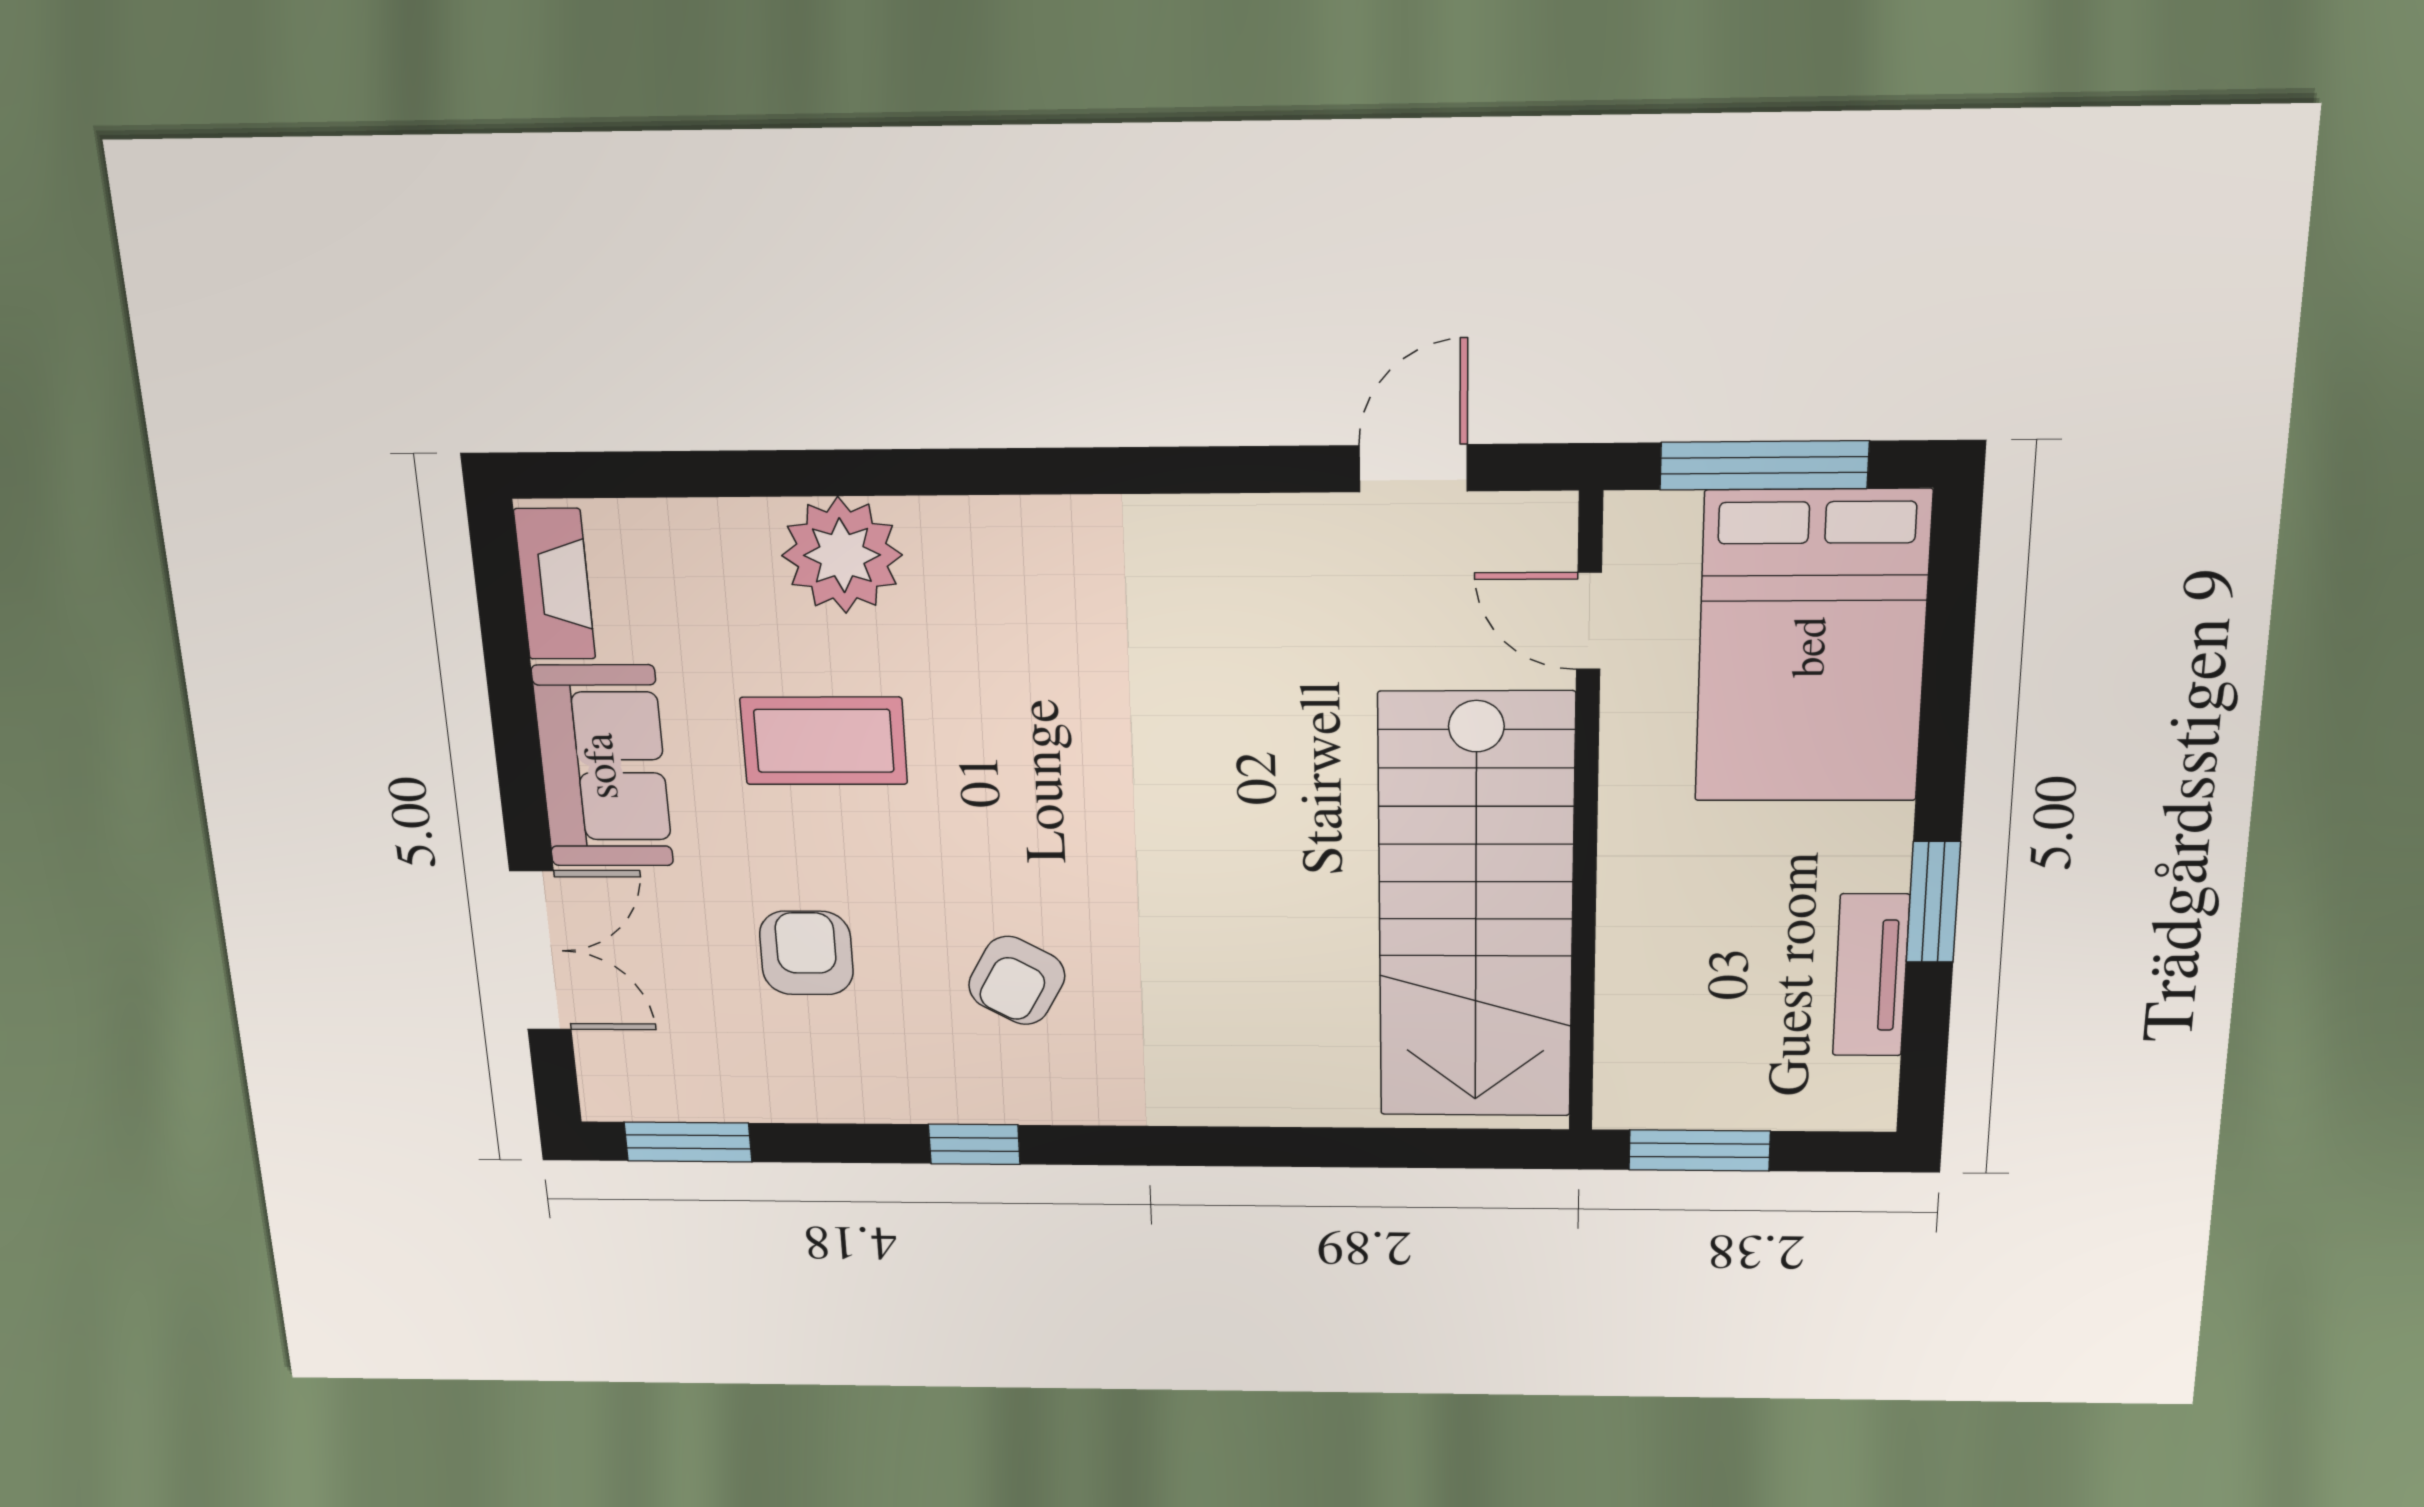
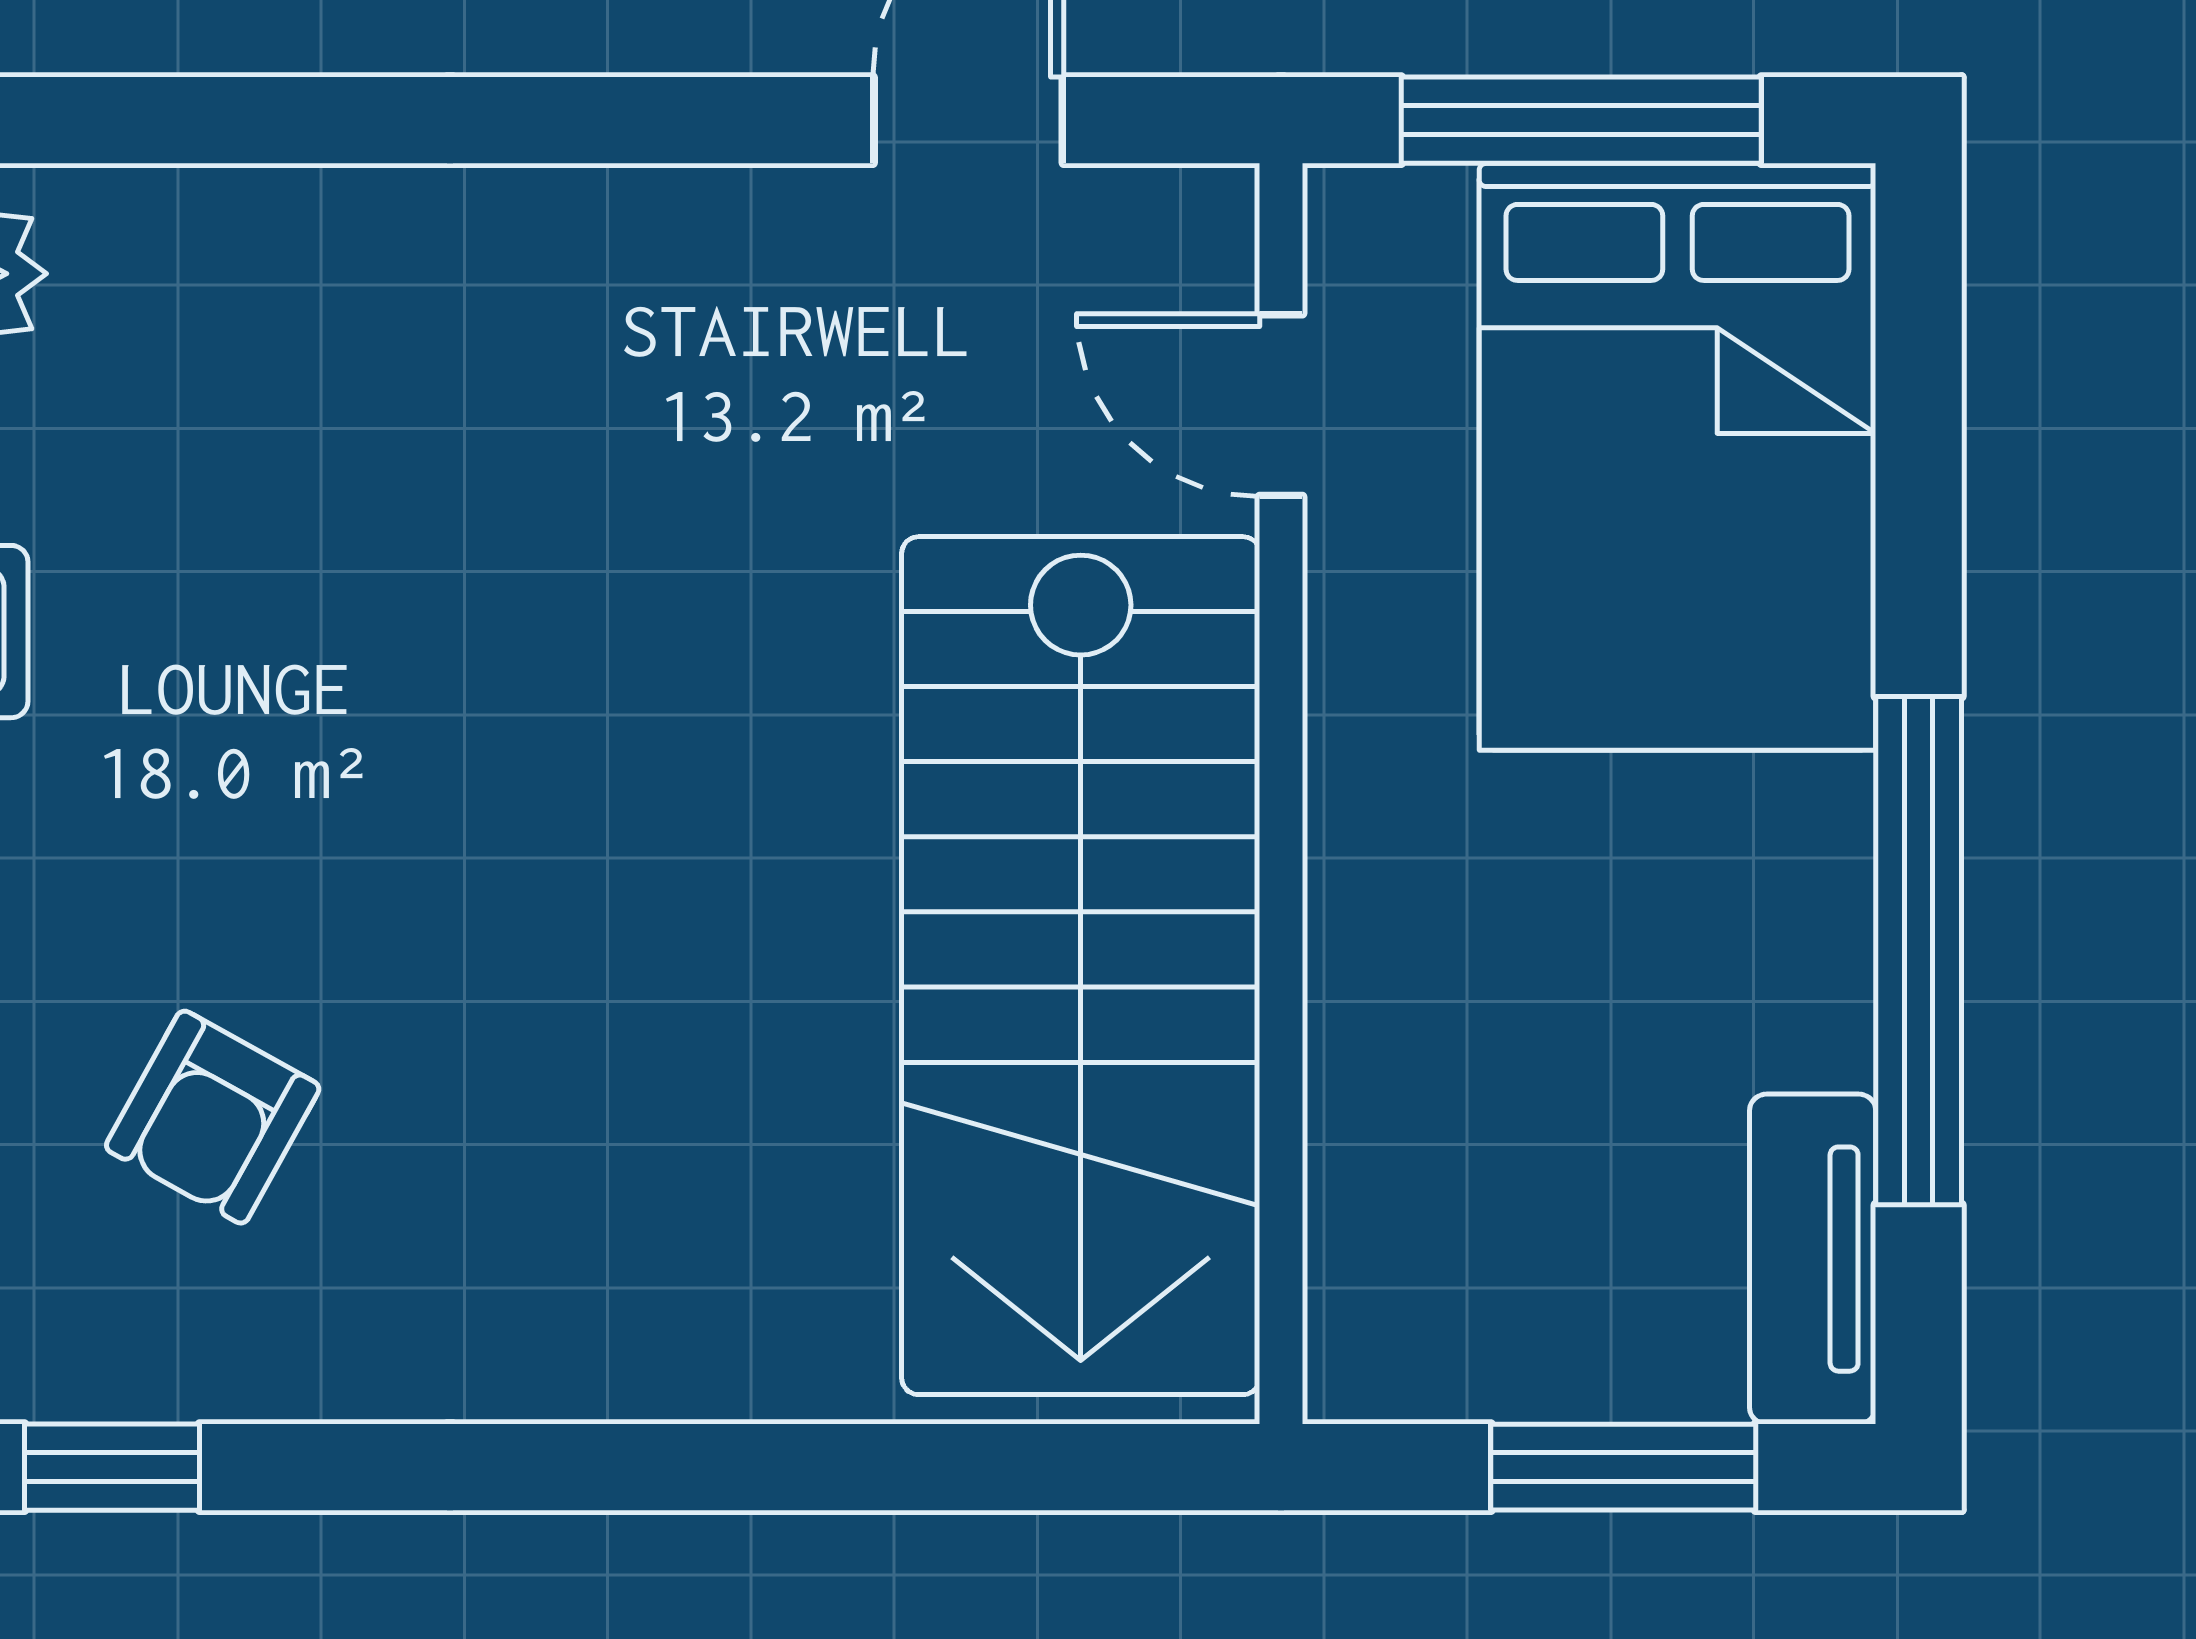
window: (1933, 902) -> (1919, 951), width x2.11
tv unit: (1871, 975) -> (1813, 1259), moved
window: (1699, 1150) -> (1623, 1467), moved

